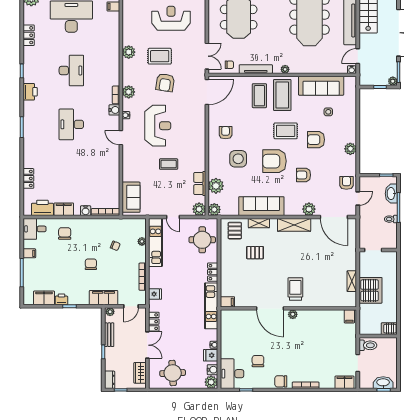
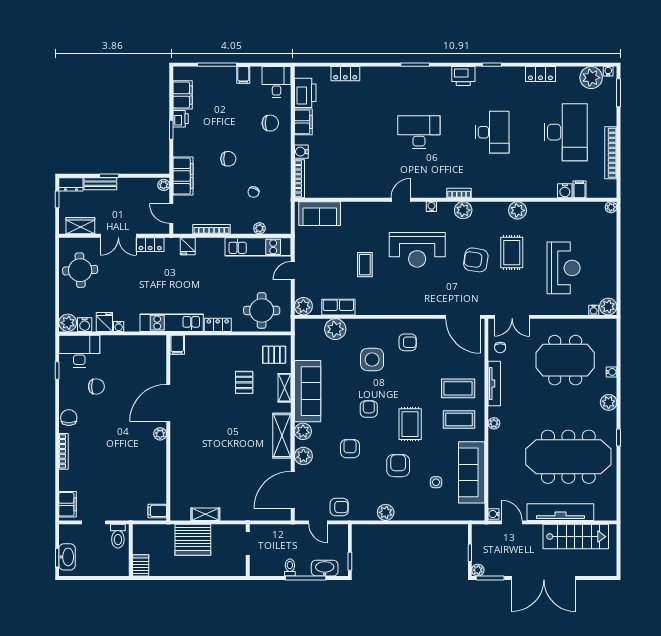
desk: (71, 70) -> (492, 132), turned -90
coffee table: (282, 95) -> (459, 420), width x0.73, depth x0.76
water cooler: (114, 110) -> (565, 191), moved
armchair: (275, 161) -> (369, 409), width x0.53, depth x0.53
plant: (214, 210) -> (303, 431), moved
trolley: (295, 289) -> (195, 437), removed
bench: (109, 335) -> (100, 184), moved

